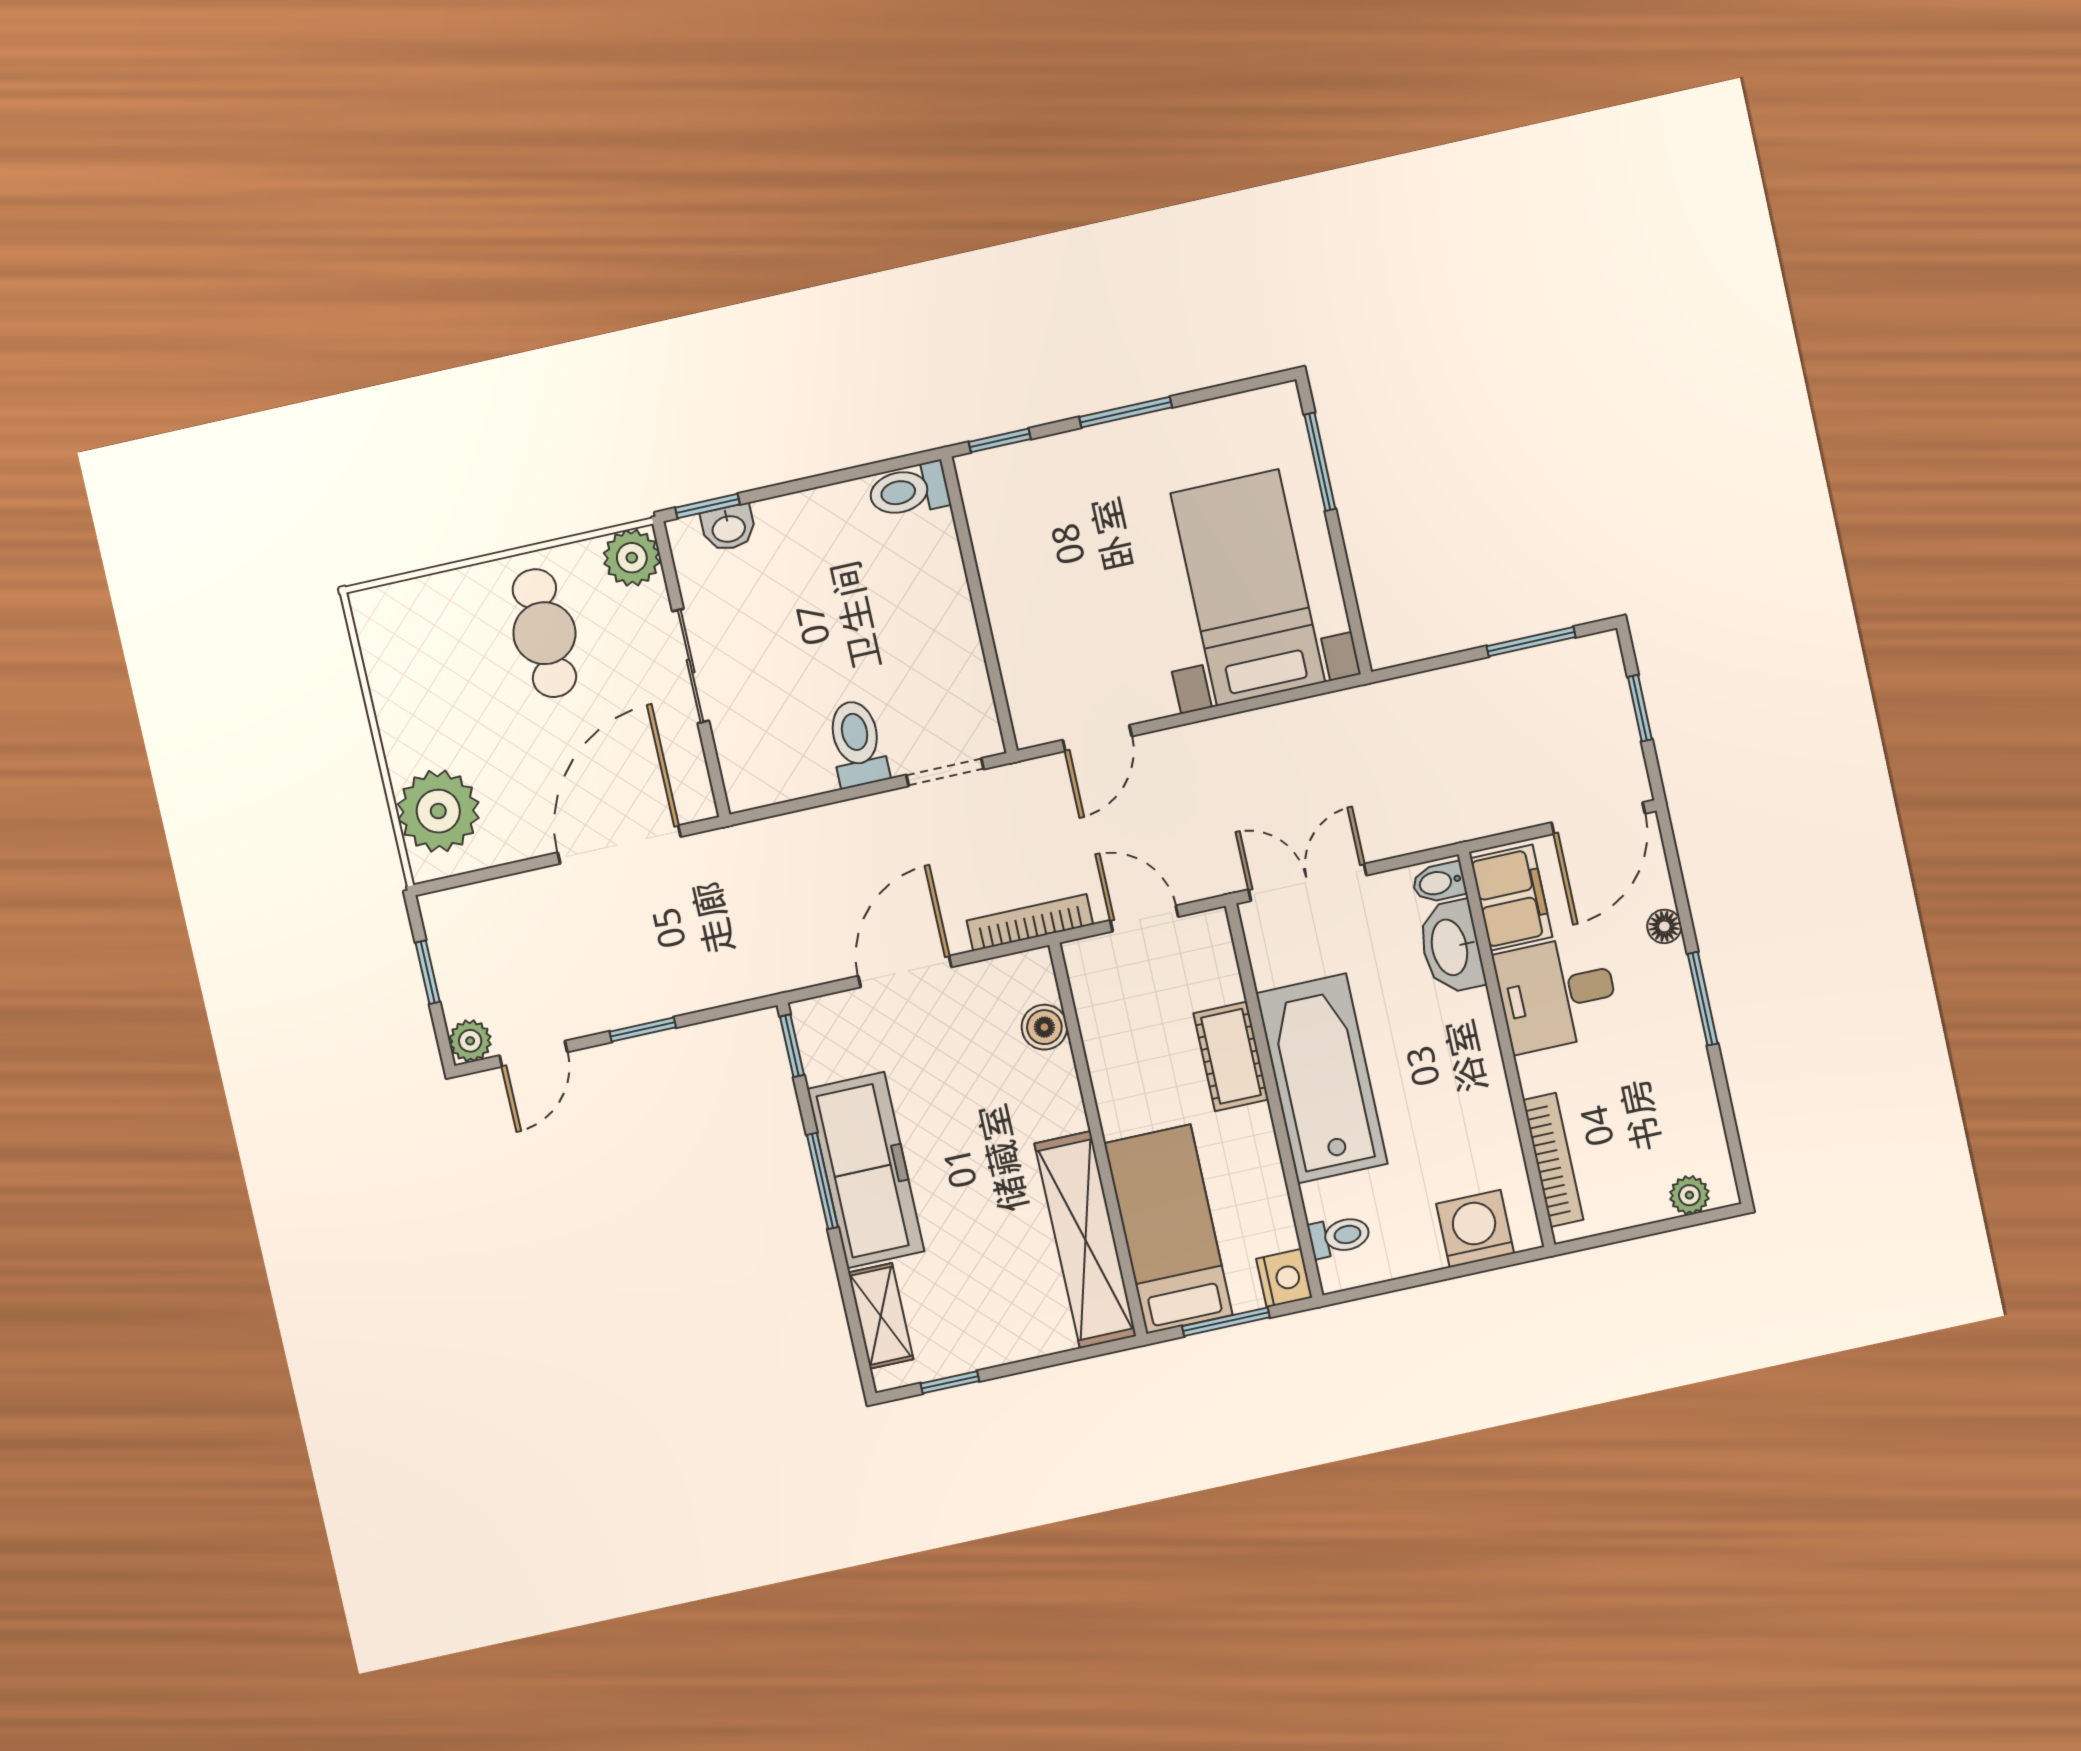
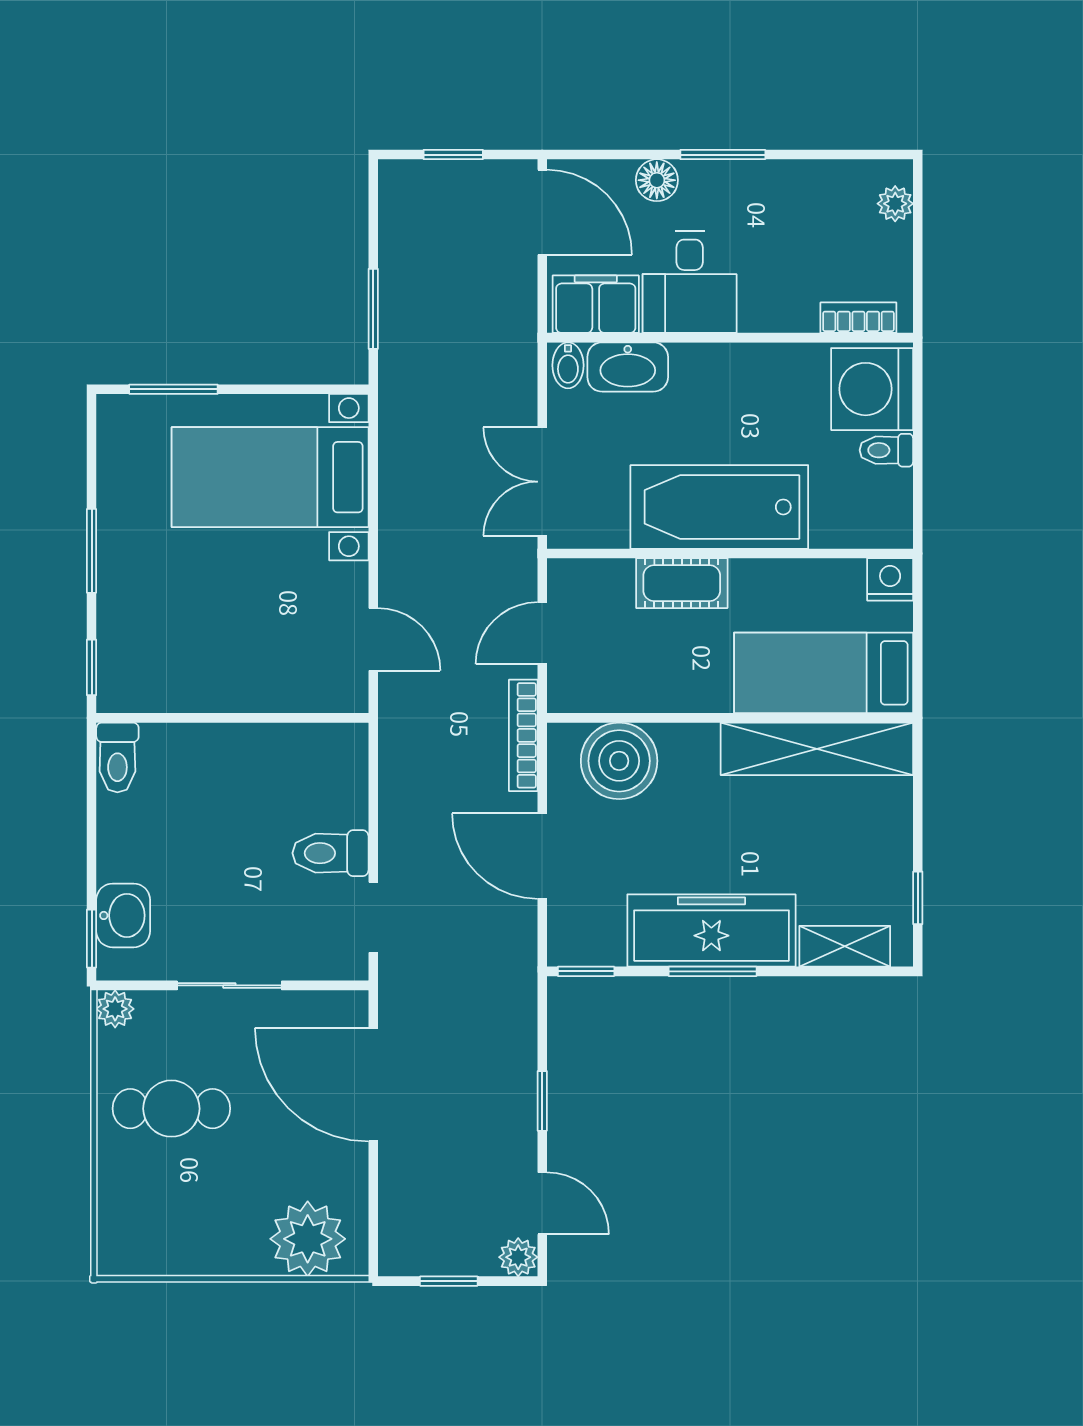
washbasin: (729, 528) -> (123, 915), width x1.38, depth x1.45
plant: (632, 558) -> (115, 1009), width x0.73, depth x0.73
window: (1531, 642) -> (373, 309), moved
doorway: (945, 772) -> (373, 917), moved
floor lamp: (1664, 926) -> (657, 180), width x1.37, depth x1.37
boiler: (1044, 1027) -> (619, 761), width x1.86, depth x1.86
bookcase: (1553, 1160) -> (858, 318), width x0.64
washing machine: (1475, 1229) -> (872, 389), width x1.37, depth x1.37
toilet: (1339, 1236) -> (886, 450), moved, turned -90
window: (1226, 1322) -> (918, 640), removed

